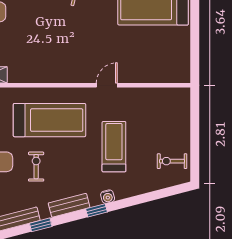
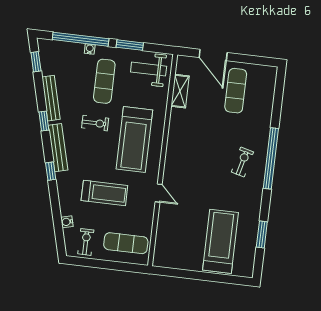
exercise mat: (168, 116) -> (126, 243), added
water cooler: (108, 197) -> (67, 222), moved
bench: (69, 205) -> (58, 148), width x1.36

